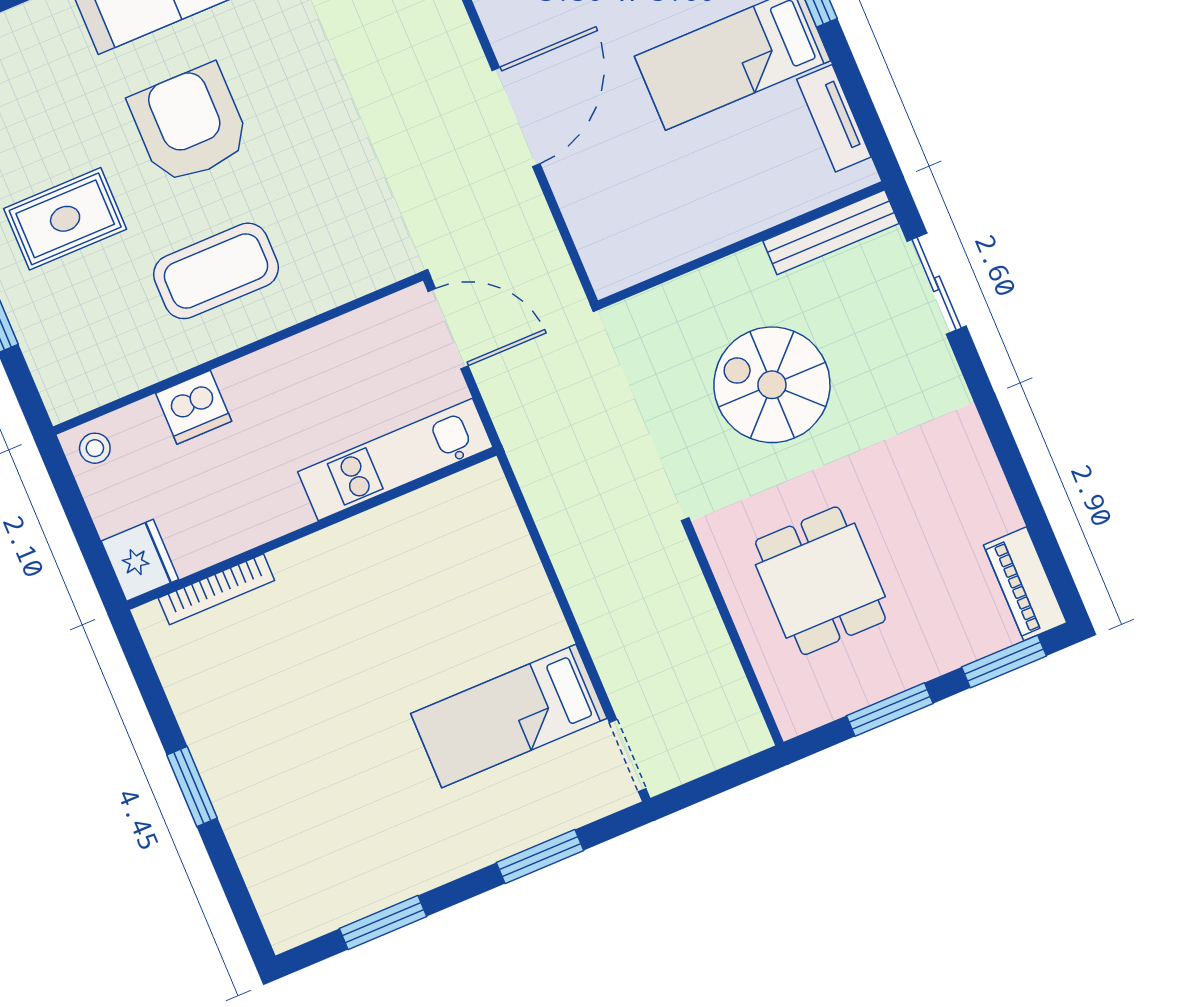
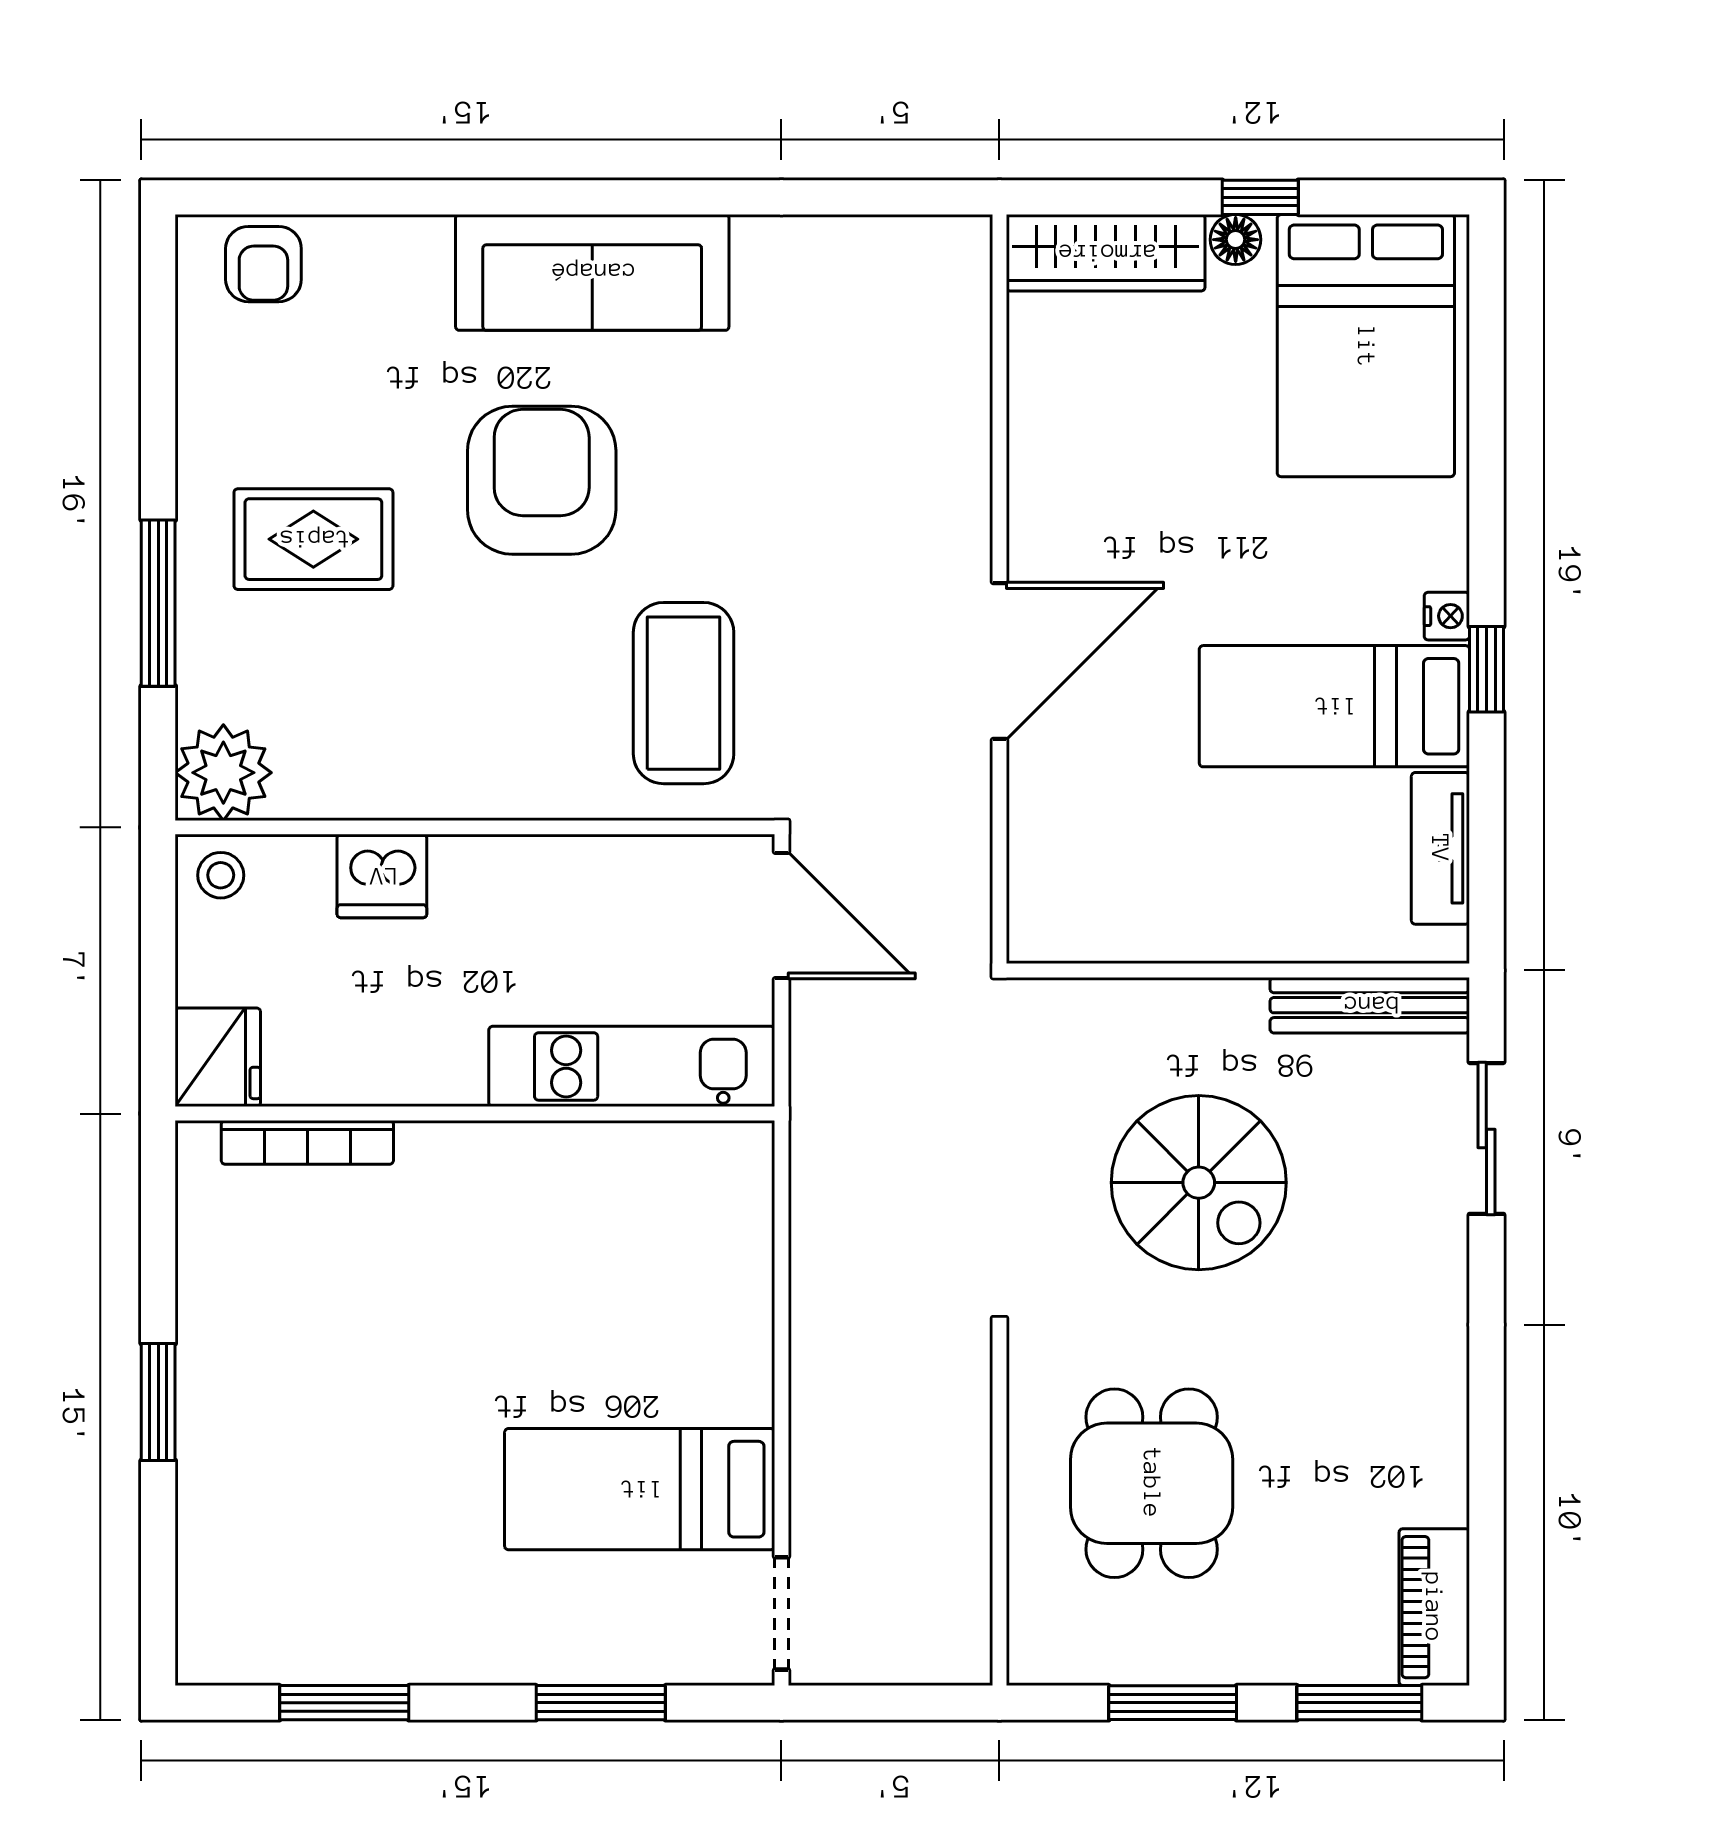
coffee table: (216, 271) -> (684, 693), moved, turned 90
plant: (70, 385) -> (223, 773), added
spiral stairs: (772, 385) -> (1199, 1183), turned 180

